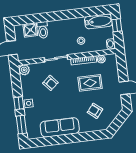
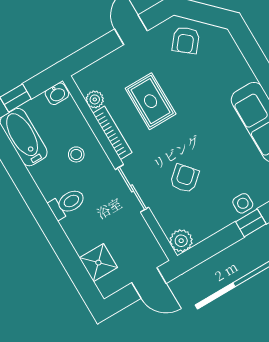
toilet: (43, 30) -> (67, 203), moved
armchair: (95, 111) -> (186, 40), moved

